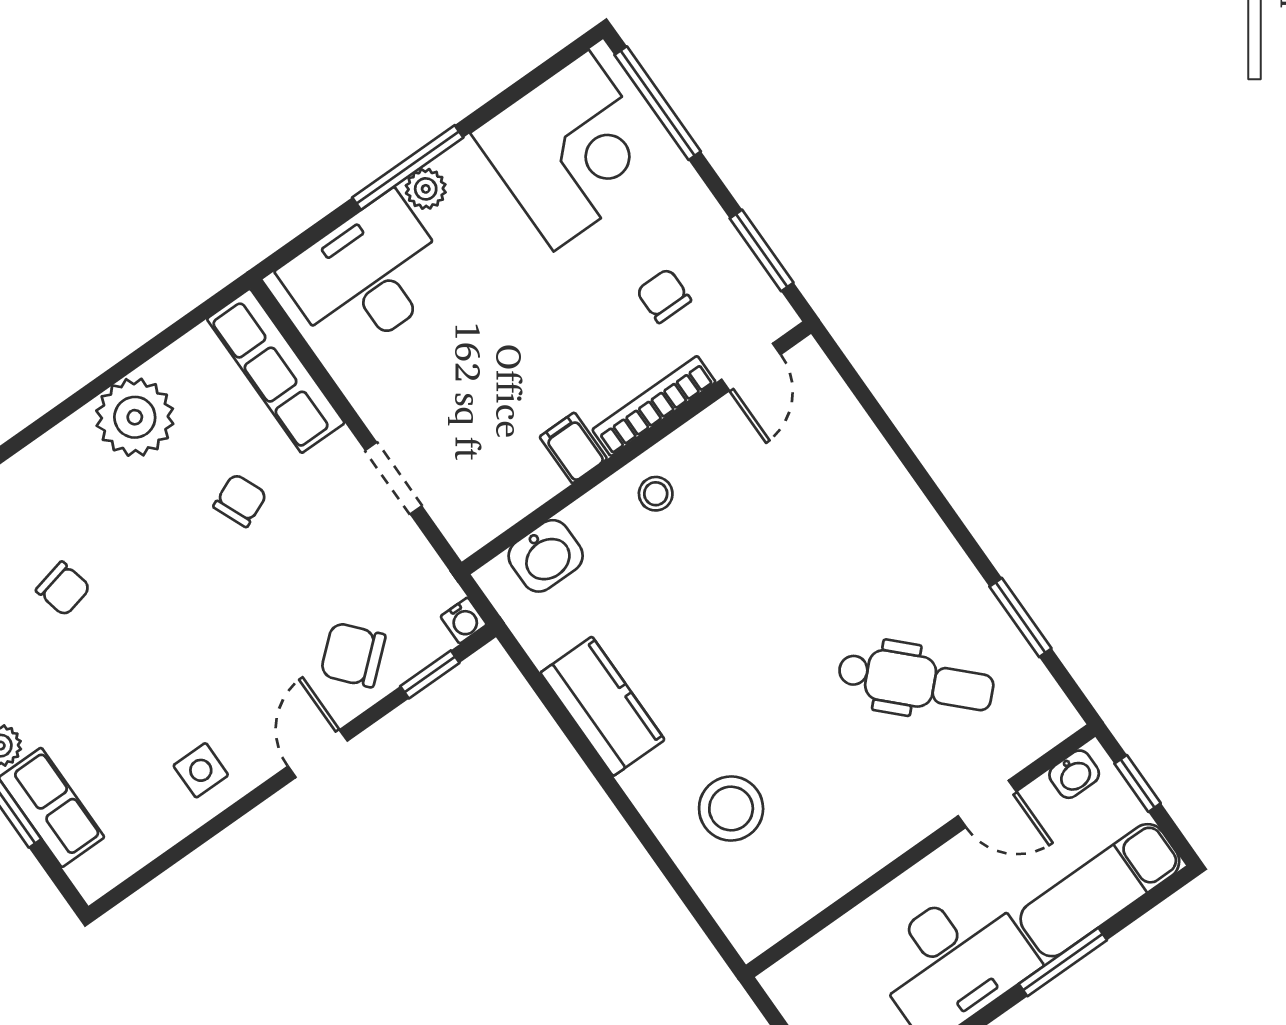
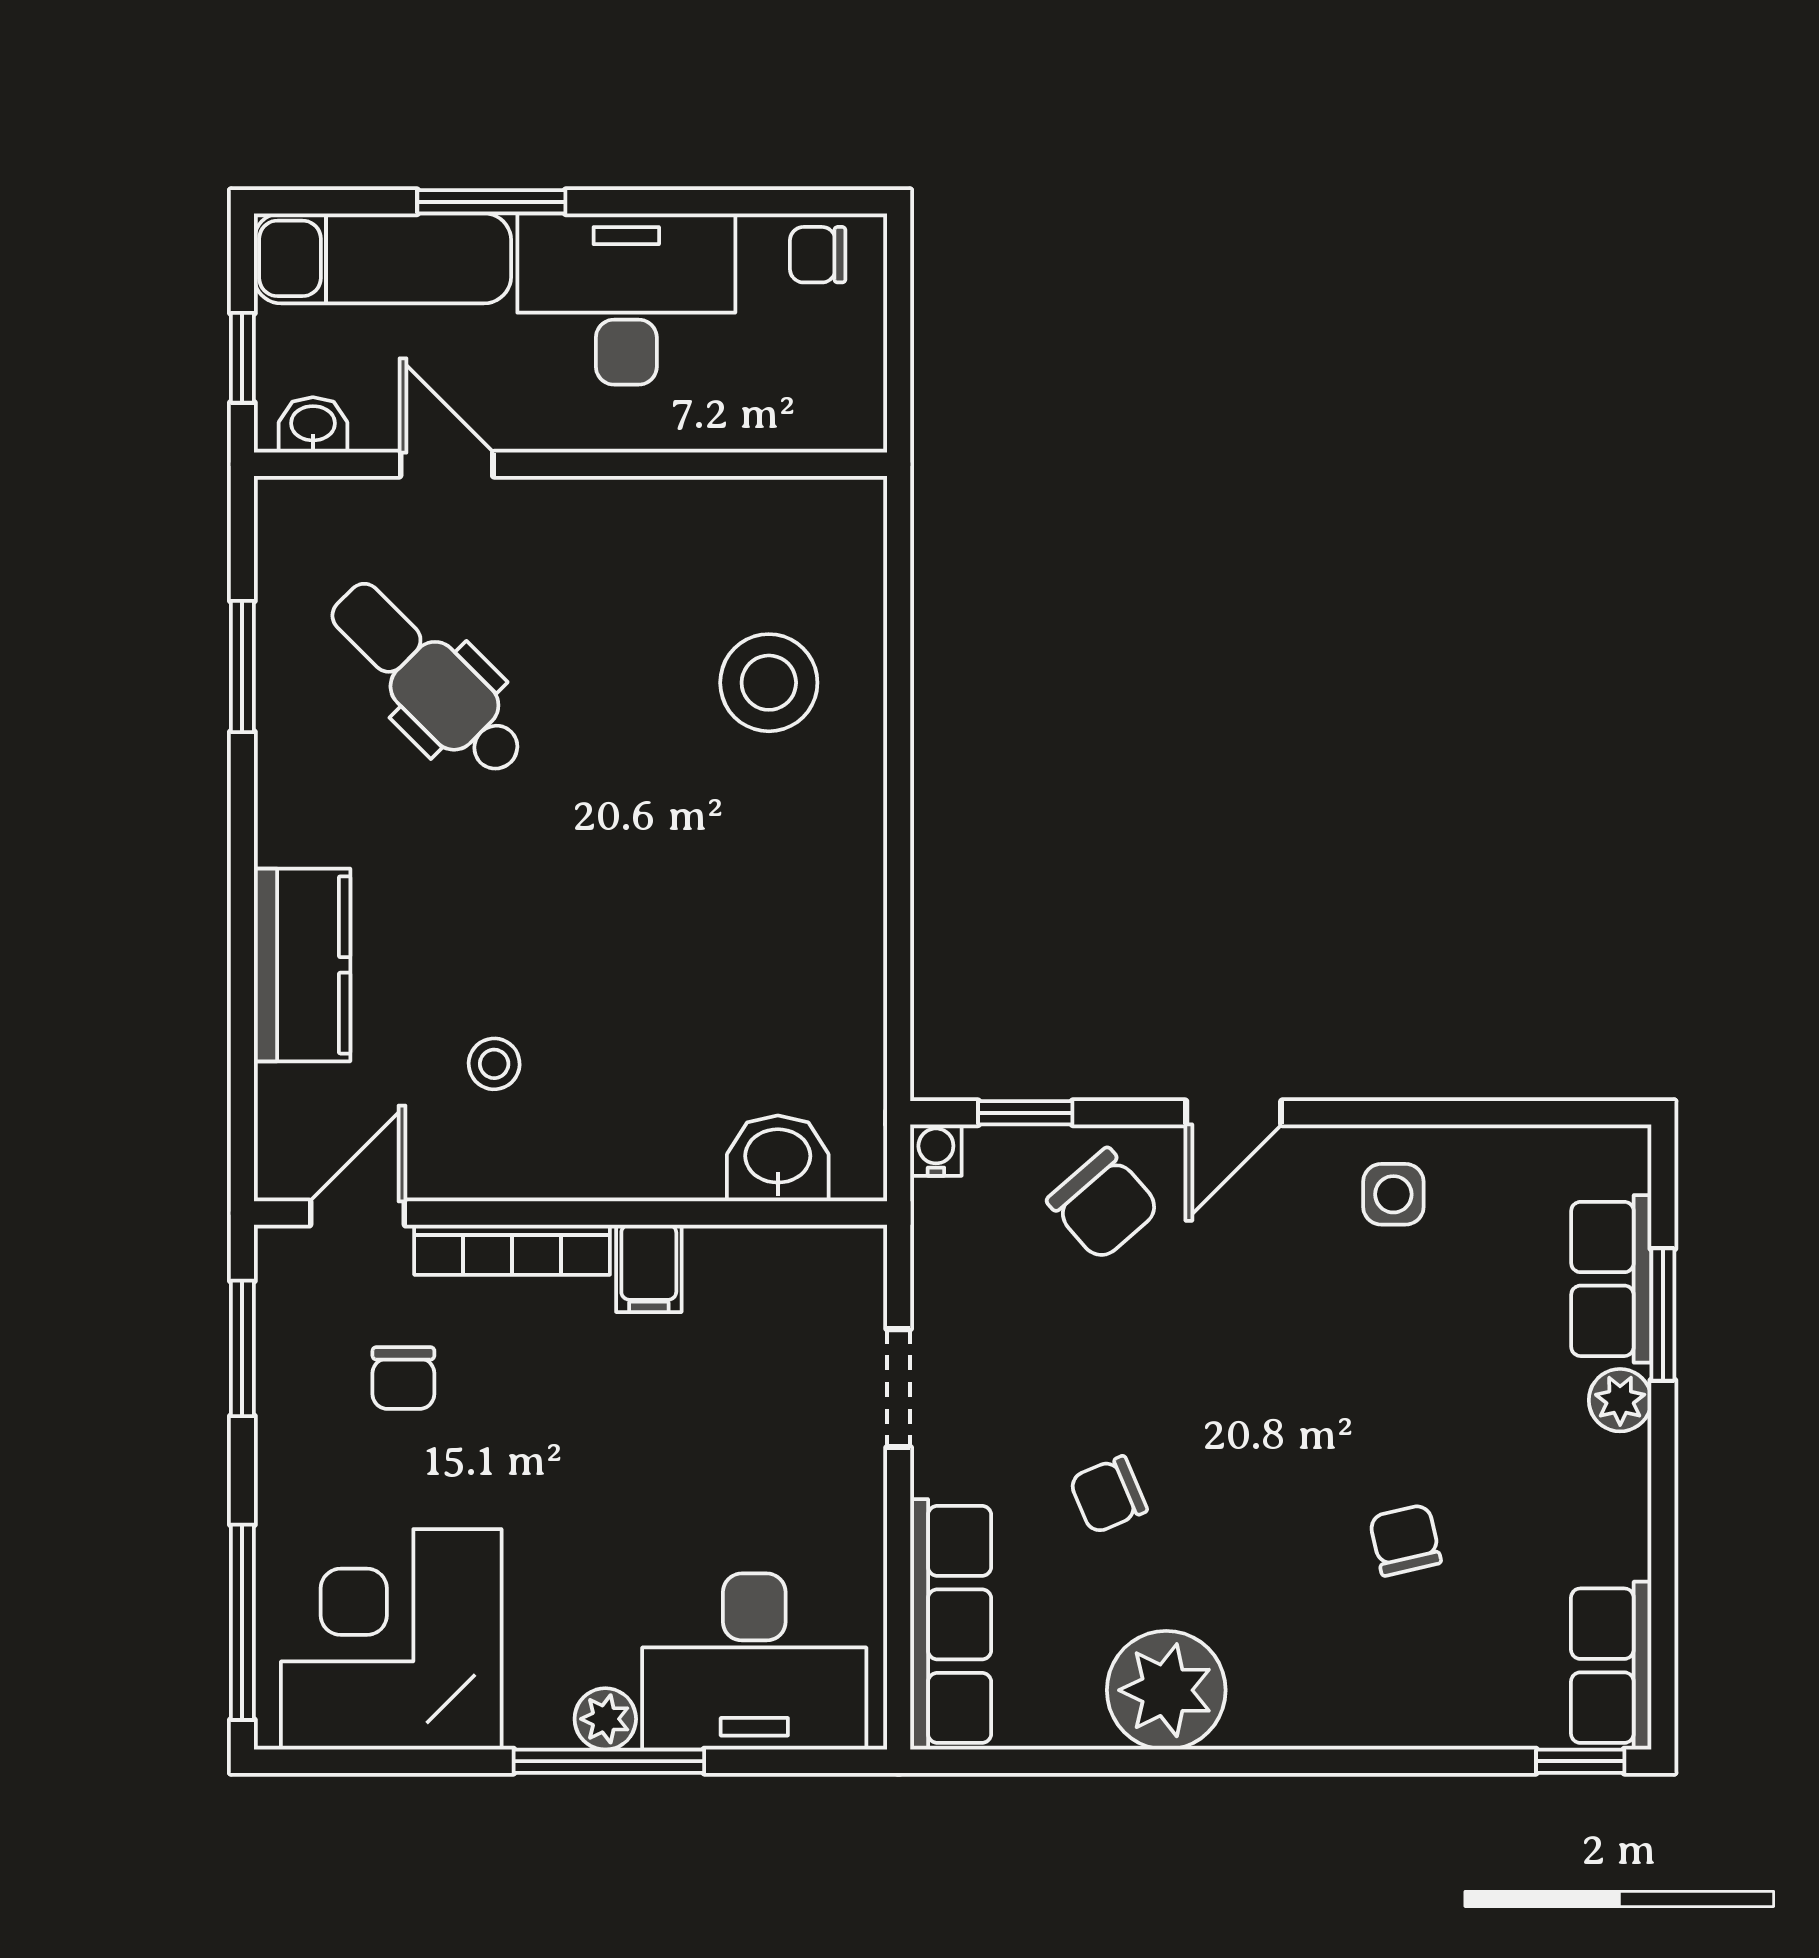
stool: (656, 494) -> (494, 1064), moved
kitchen counter: (602, 706) -> (302, 965), moved, turned 180

